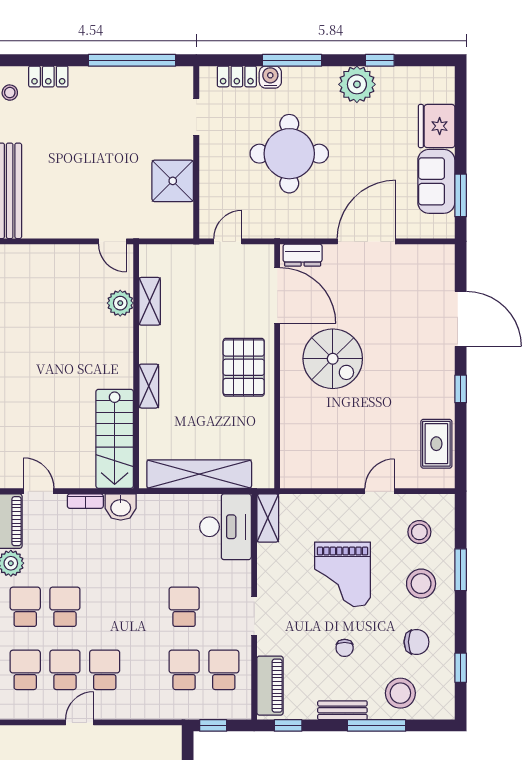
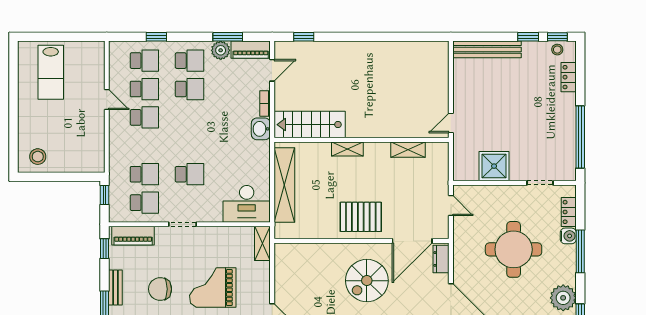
plant: (120, 303) -> (407, 129), removed
shelving: (268, 518) -> (262, 243), moved, turned 90
chair: (345, 648) -> (160, 289), width x1.87, depth x1.87

